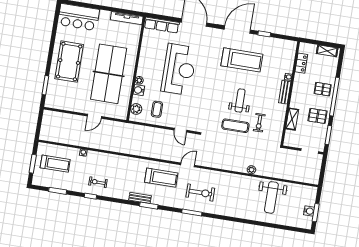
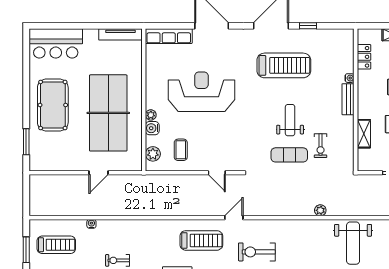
reception desk: (179, 69) -> (201, 92), turned -90
exercise bike: (200, 193) -> (257, 252), turned 180

